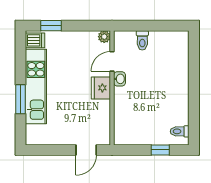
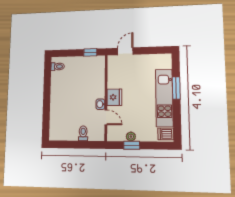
window: (51, 26) -> (132, 145), moved
plant: (104, 37) -> (131, 137), moved
door: (112, 61) -> (106, 117), hinge flipped
window: (160, 150) -> (90, 52), moved

